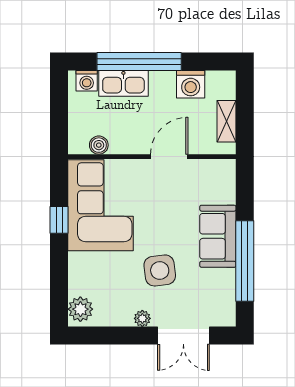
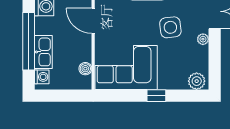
window: (59, 220) -> (156, 96), moved

